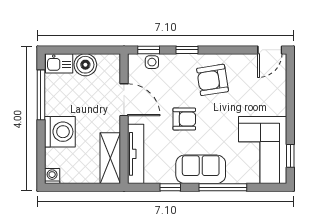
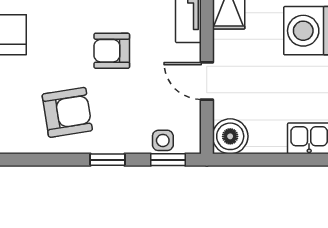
boiler: (85, 65) -> (230, 136), moved
door: (124, 100) -> (207, 81), width x0.73

